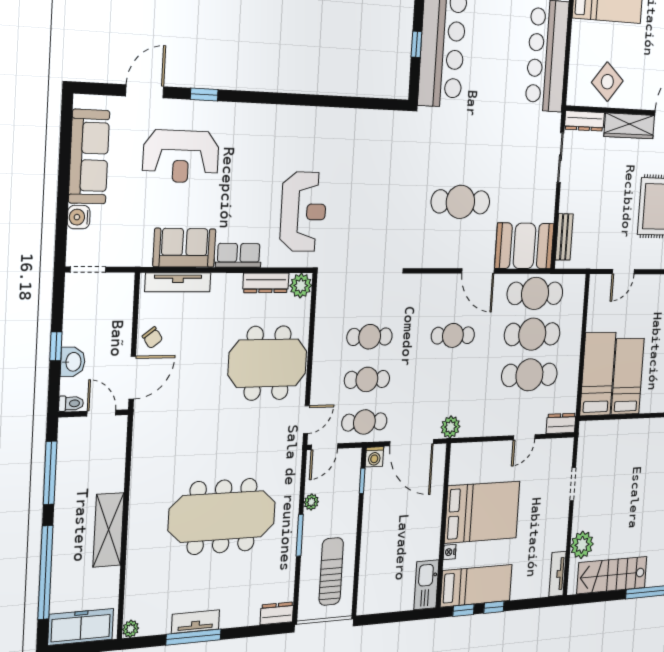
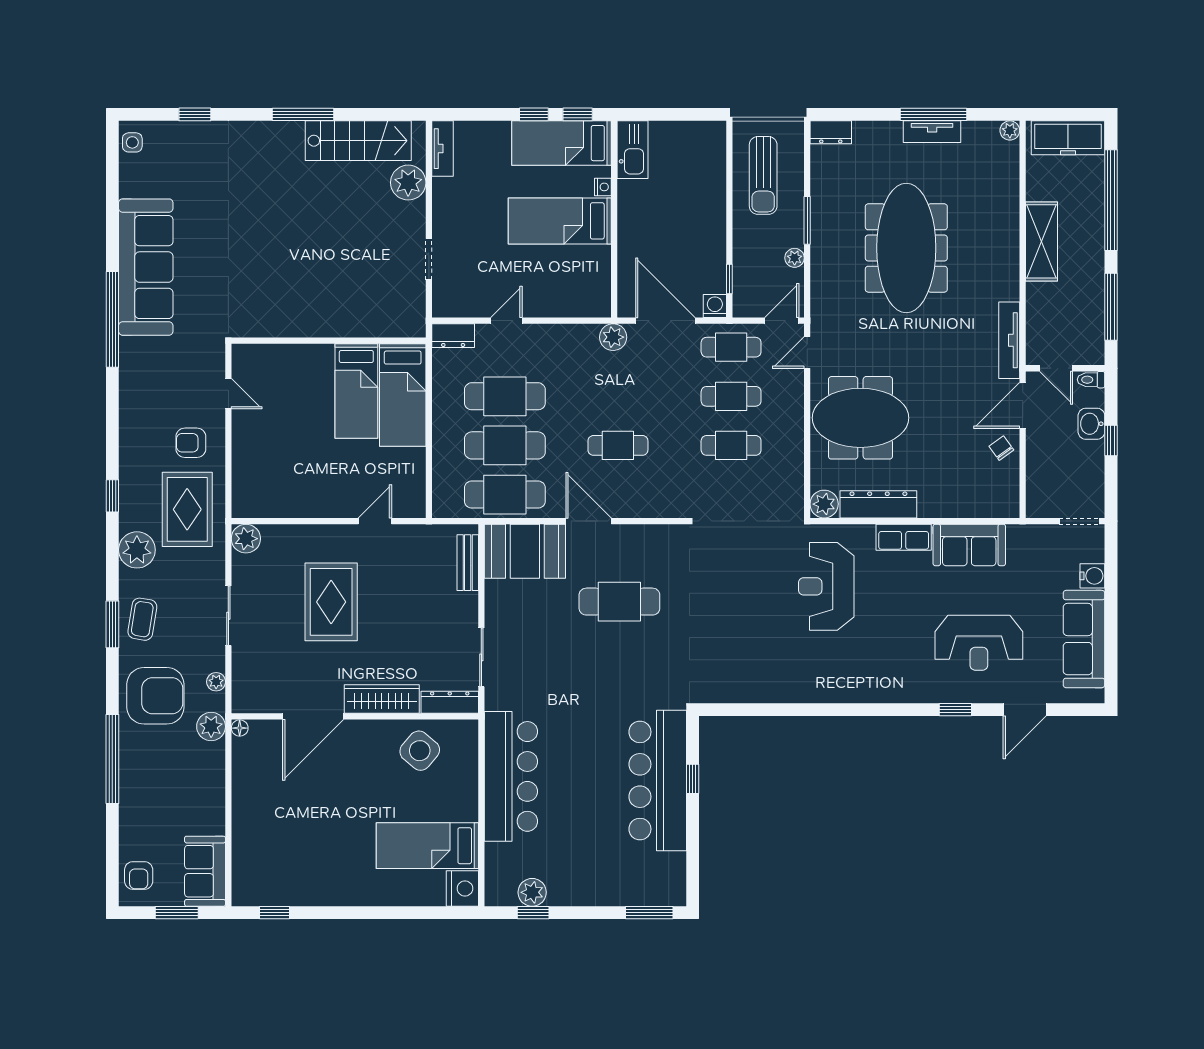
reception desk: (181, 156) -> (979, 643), turned 180
tv unit: (178, 282) -> (1009, 340), moved, turned -90
dresser: (266, 283) -> (878, 504), width x1.37, depth x1.24
bed: (482, 512) -> (560, 221), width x0.67
meeting table: (222, 516) -> (906, 248), turned 90

